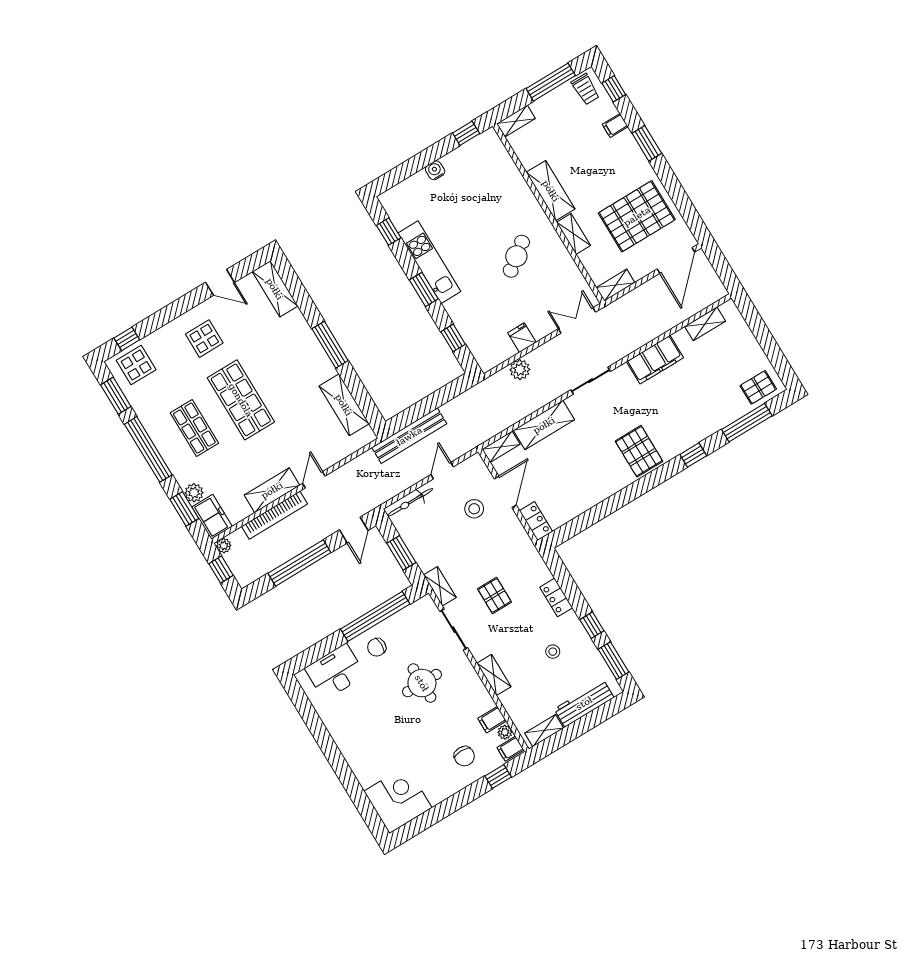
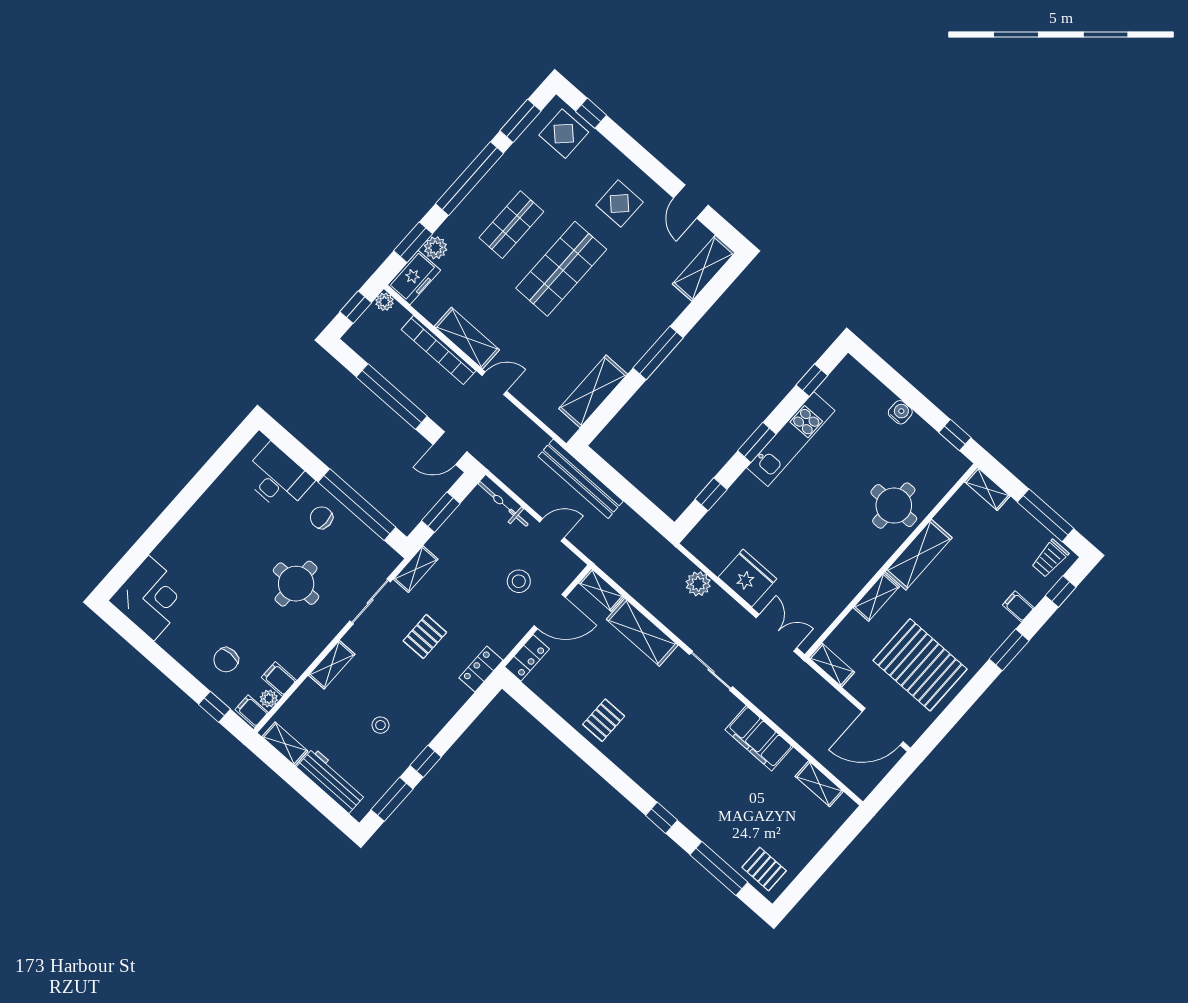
round table: (506, 198) -> (894, 506), added
cafe table: (516, 256) -> (829, 539), removed
fridge: (522, 338) -> (747, 578), width x1.88, depth x1.34
pallet: (639, 451) -> (604, 720), moved, width x0.67, depth x0.71
locker: (556, 597) -> (481, 669), moved

